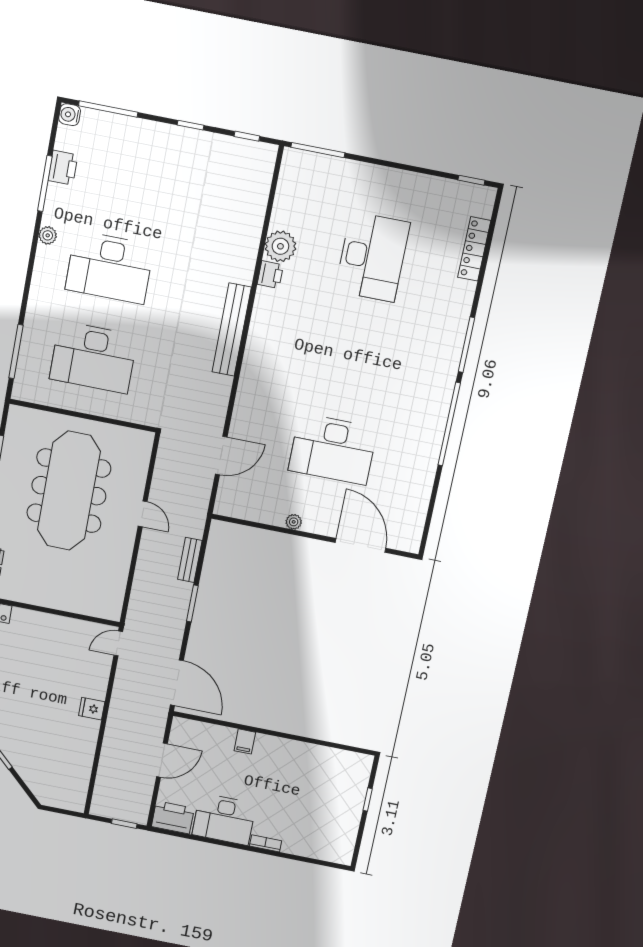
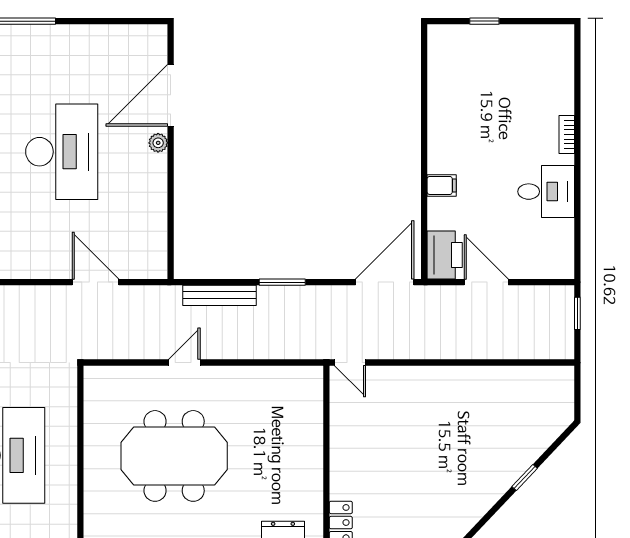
meeting table: (69, 491) -> (174, 456), width x0.73
plant: (294, 522) -> (158, 143), moved
bench: (190, 560) -> (219, 295), width x1.36
fridge: (92, 709) -> (439, 380), removed
printer: (173, 817) -> (445, 255), moved, turned 180
desk: (224, 819) -> (546, 192), width x0.73

